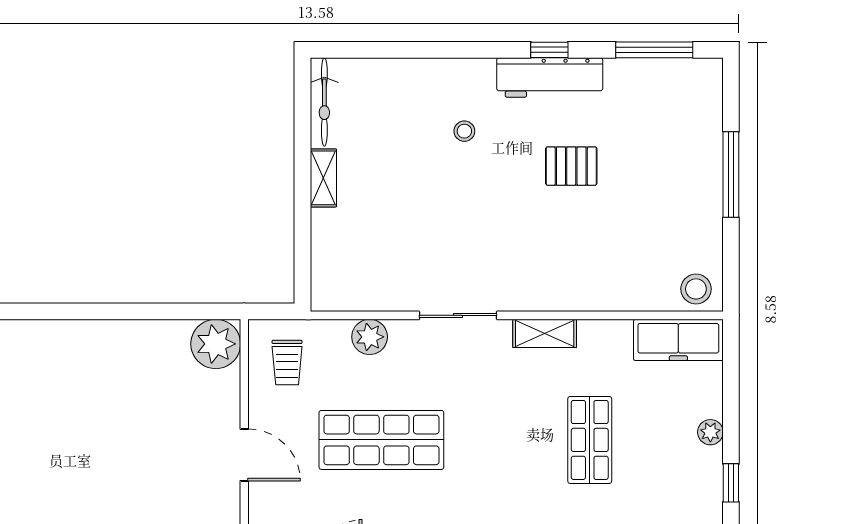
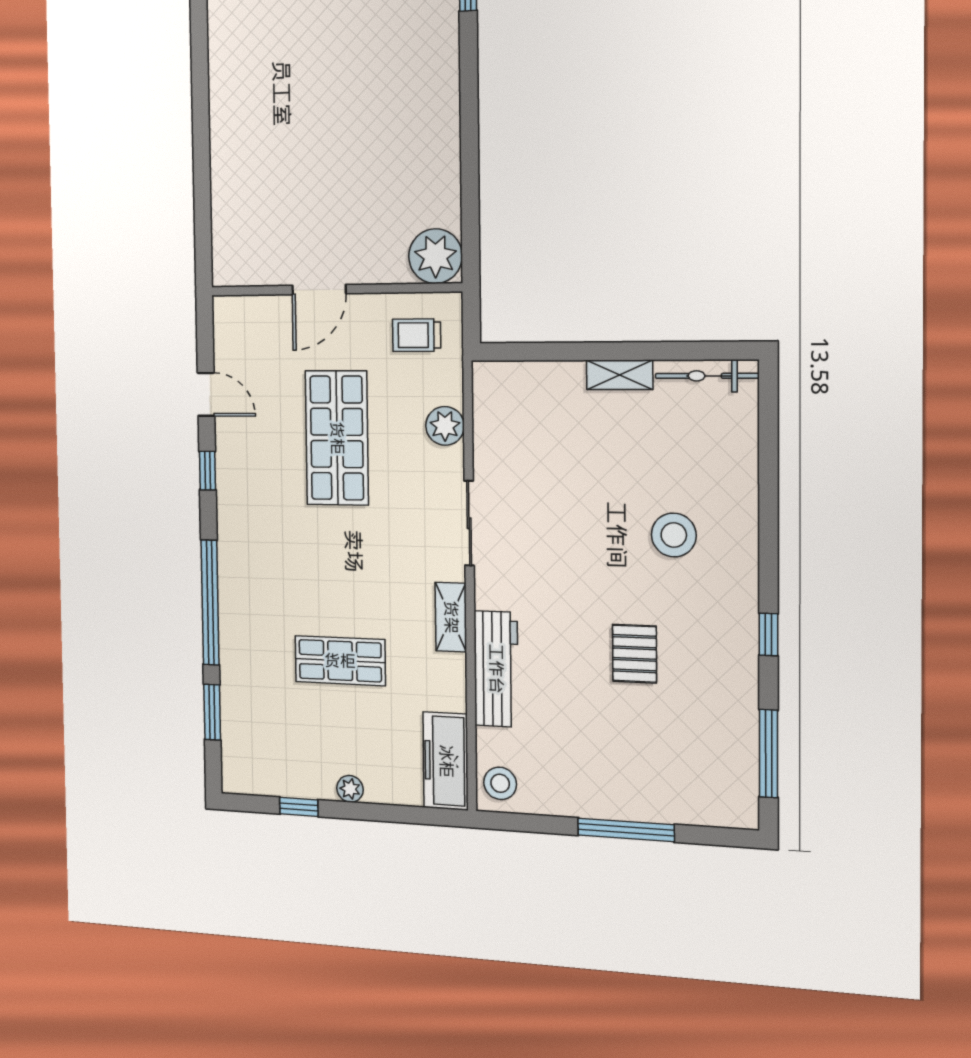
workbench: (550, 77) -> (496, 669), moved, turned 180
stool: (464, 131) -> (674, 535), width x1.89, depth x1.89

